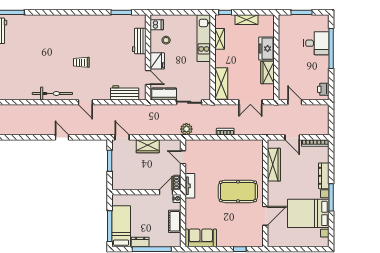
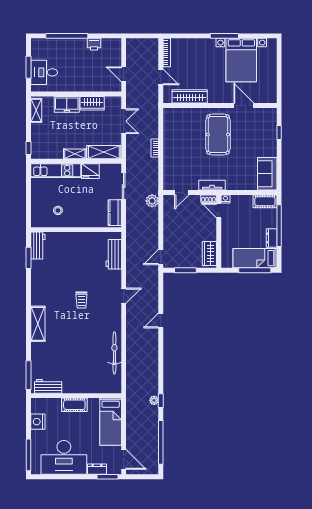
shelving: (246, 20) -> (36, 110), moved
shelving: (59, 21) -> (38, 324), added
dishwasher: (157, 25) -> (42, 220), removed
shelving: (220, 39) -> (75, 154), moved
workbench: (139, 41) -> (38, 246), moved, turned -90
desk: (316, 43) -> (44, 72), moved, turned -90
fridge: (157, 61) -> (90, 171), moved, turned 180
door: (148, 78) -> (97, 230), removed
printer: (323, 89) -> (94, 44), moved
bicycle: (52, 94) -> (114, 353), moved
door: (295, 102) -> (124, 74), hinge flipped
plant: (186, 129) -> (152, 201), moved
door: (292, 137) -> (161, 77), hinge flipped
wardrobe: (148, 146) -> (209, 254), moved, turned 180
dresser: (324, 176) -> (201, 44), removed
cot: (175, 221) -> (265, 201), moved

